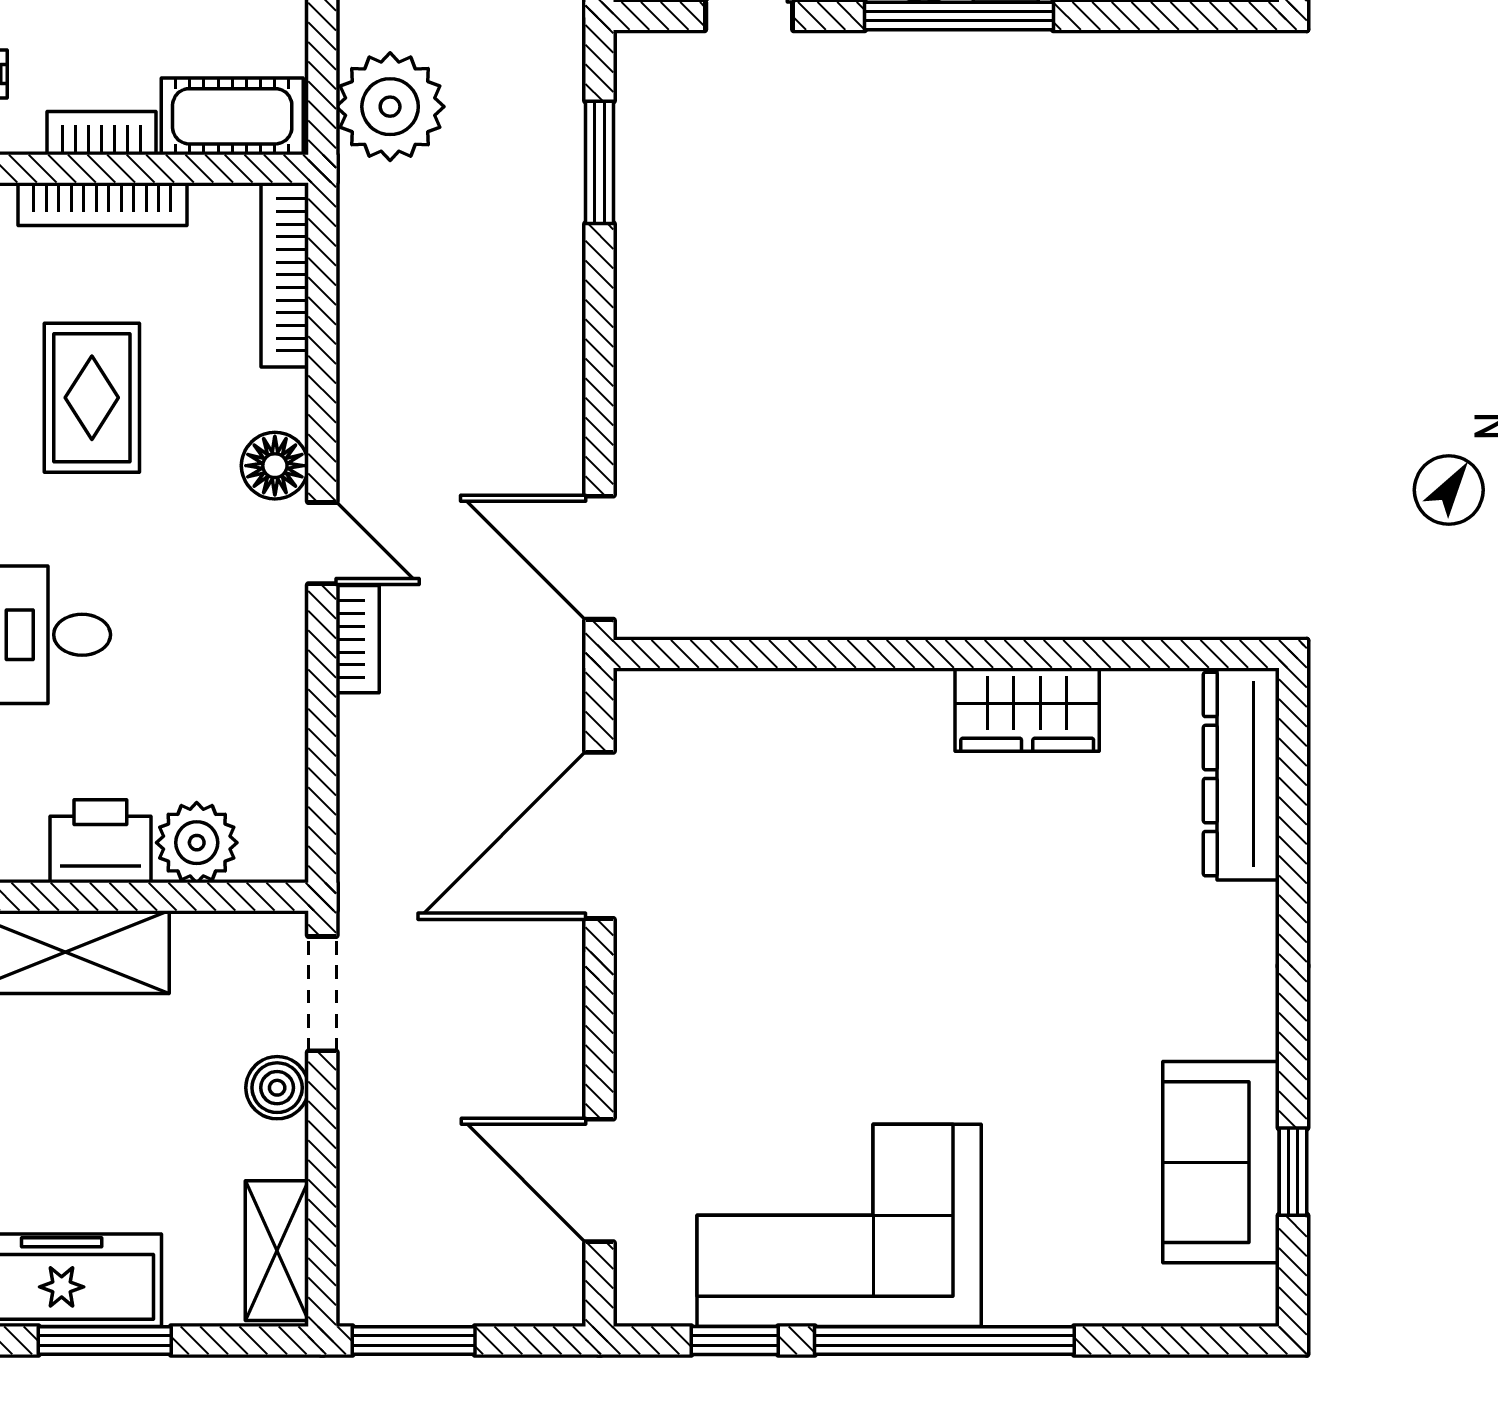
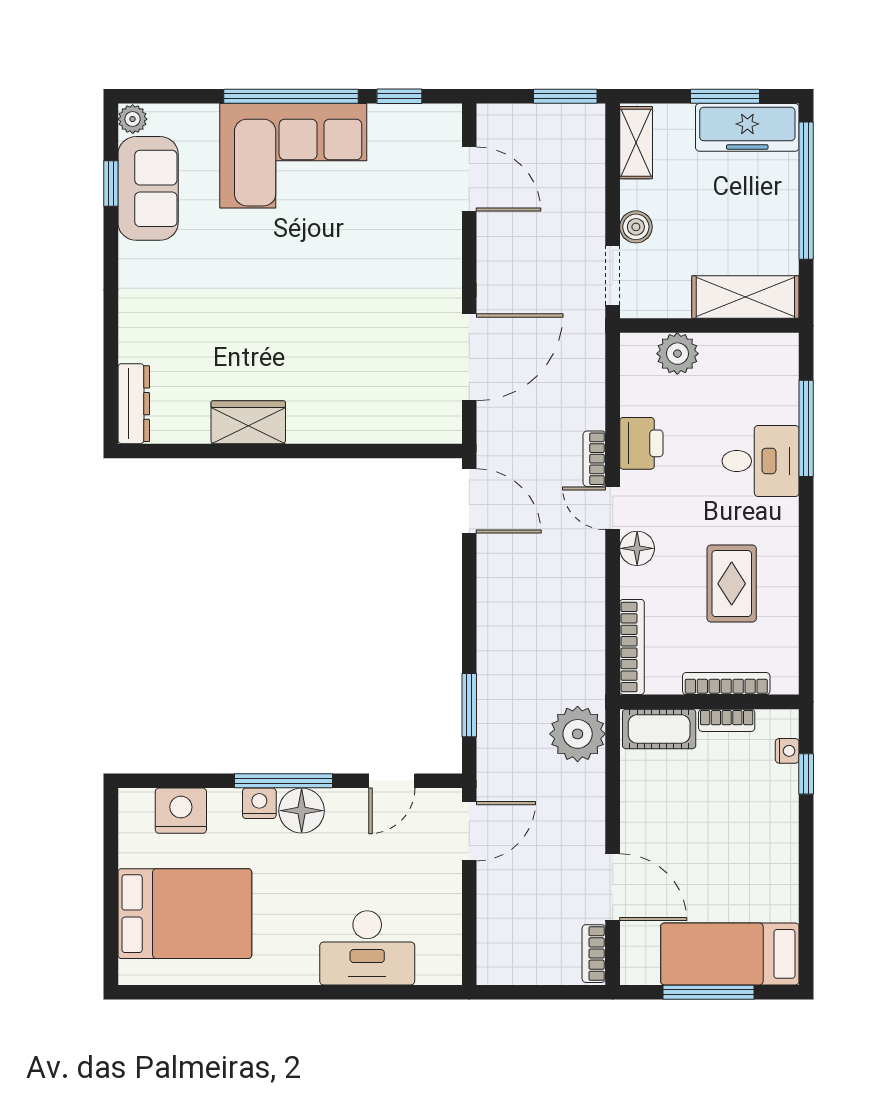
dresser: (1241, 774) -> (134, 404), width x0.73, depth x0.80
printer: (100, 841) -> (641, 443), moved, turned -90
corner sofa: (839, 1225) -> (293, 156), moved
plant: (1251, 1296) -> (133, 119), added

